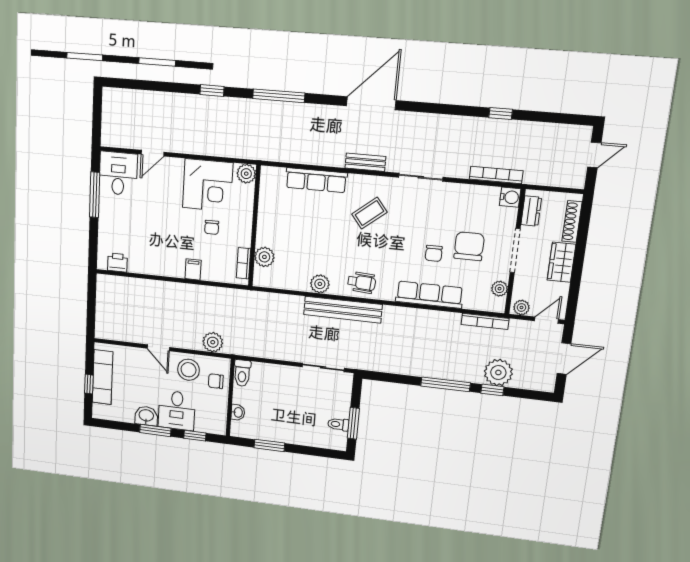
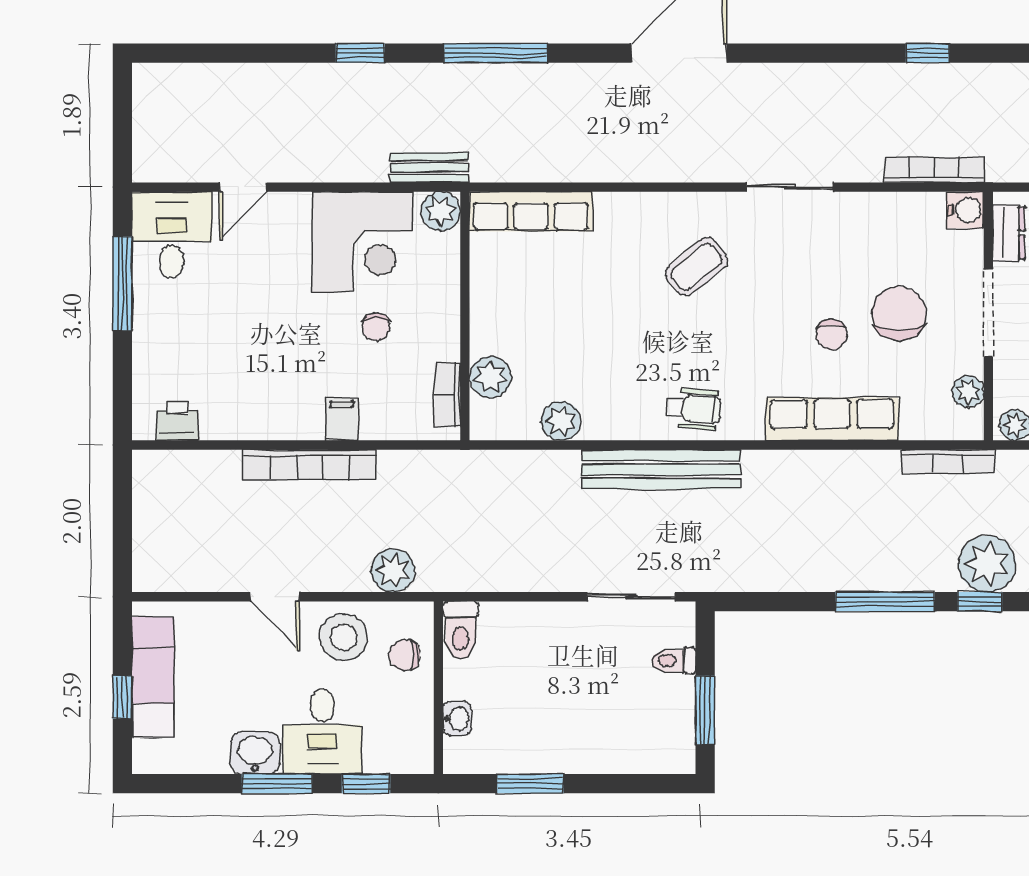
bench: (365, 162) -> (429, 168), moved
row of seats: (316, 180) -> (531, 211), moved
plant: (320, 284) -> (561, 421), moved
bookcase: (177, 289) -> (310, 465), added
toilet: (338, 424) -> (674, 661), moved

